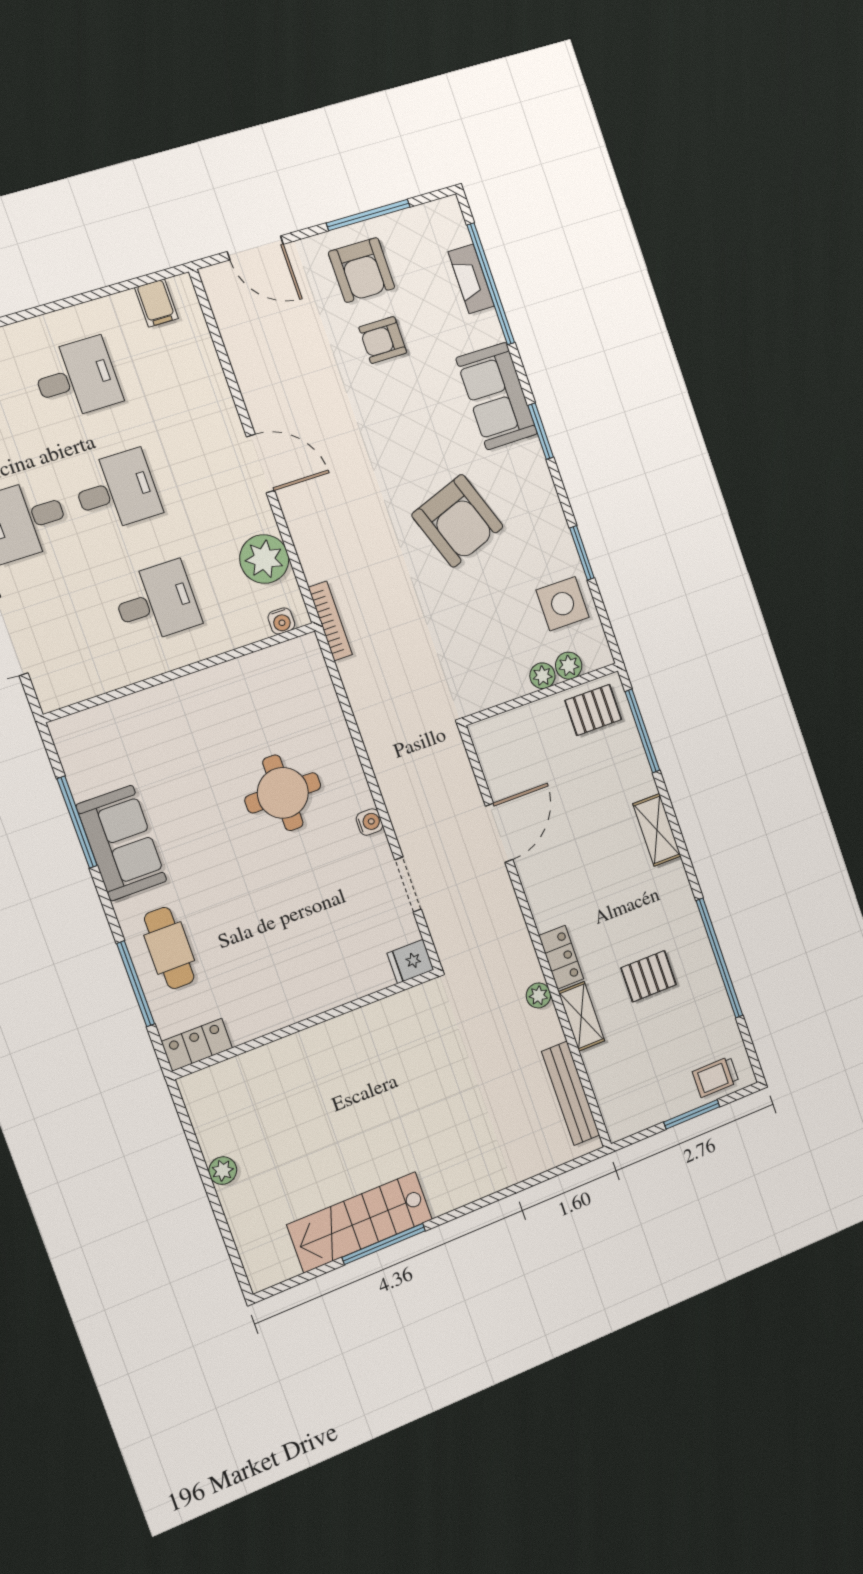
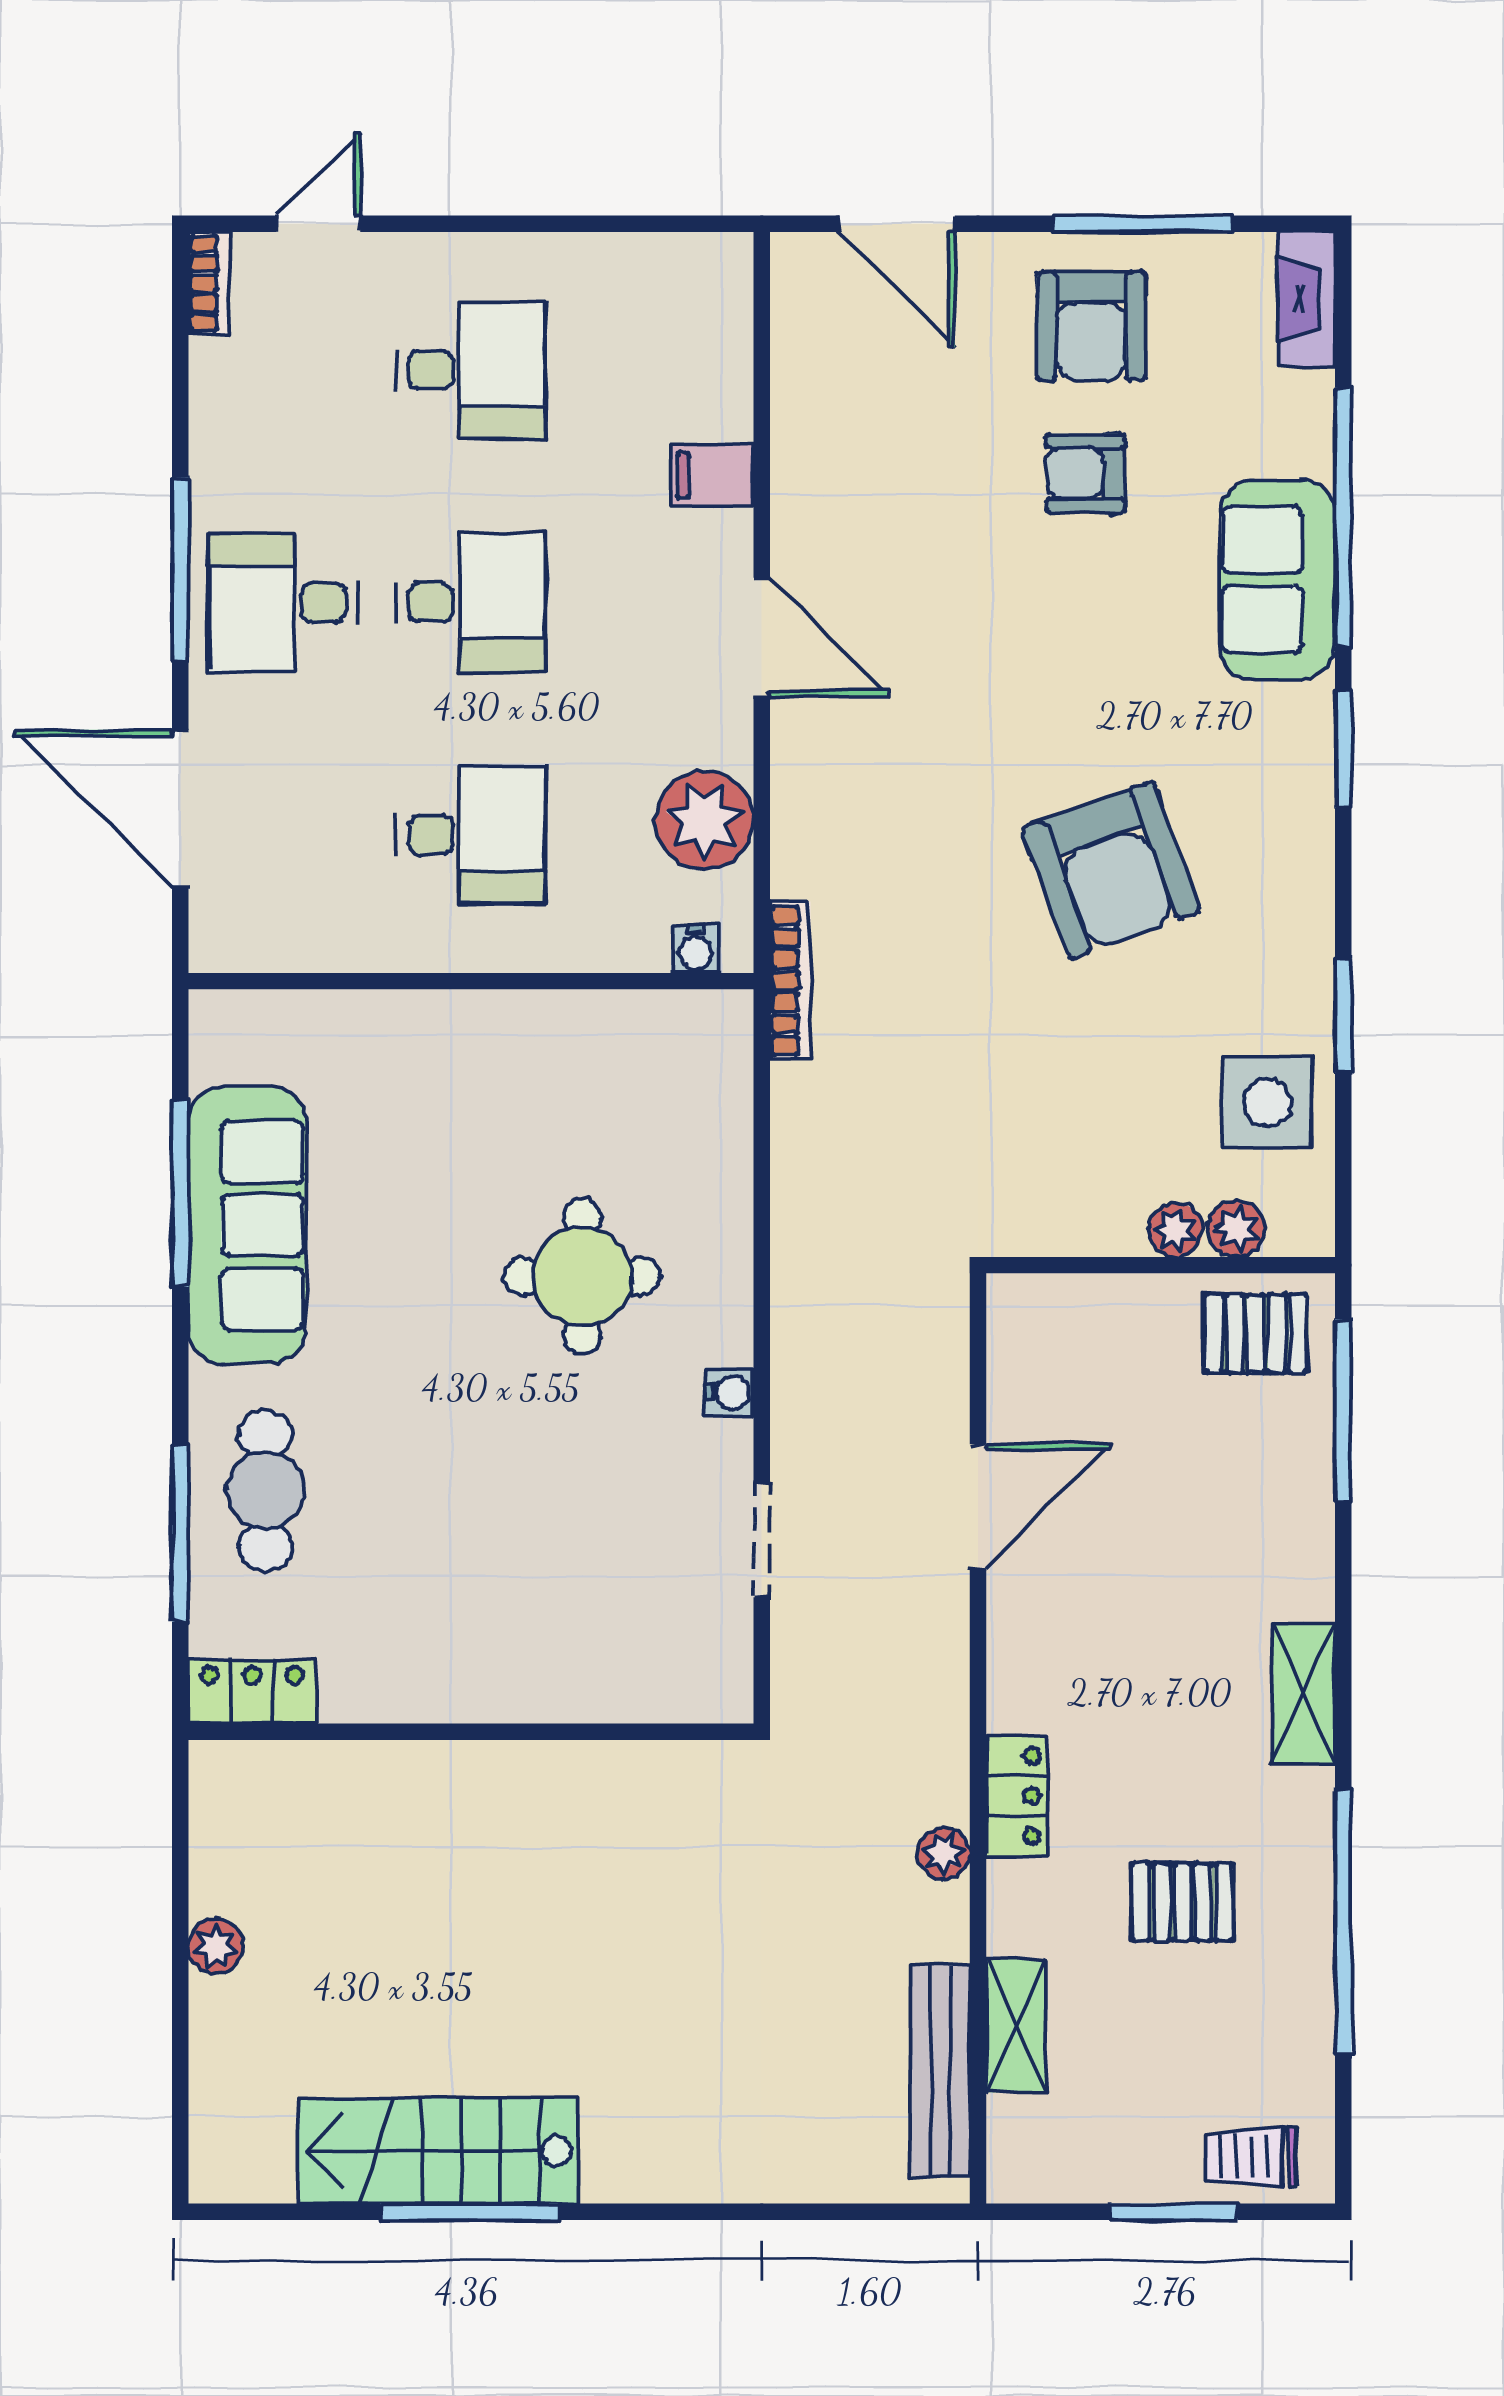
fireplace: (471, 279) -> (1306, 299), moved
window: (491, 284) -> (1343, 517), moved
filing cabinet: (156, 303) -> (712, 475), moved, turned 90
sofa: (497, 396) -> (1277, 580), moved
shelving: (657, 830) -> (1303, 1694), moved
sofa: (121, 843) -> (247, 1225), width x1.36
fridge: (410, 961) -> (714, 1690), removed
shelving: (581, 1016) -> (1016, 2026), moved

